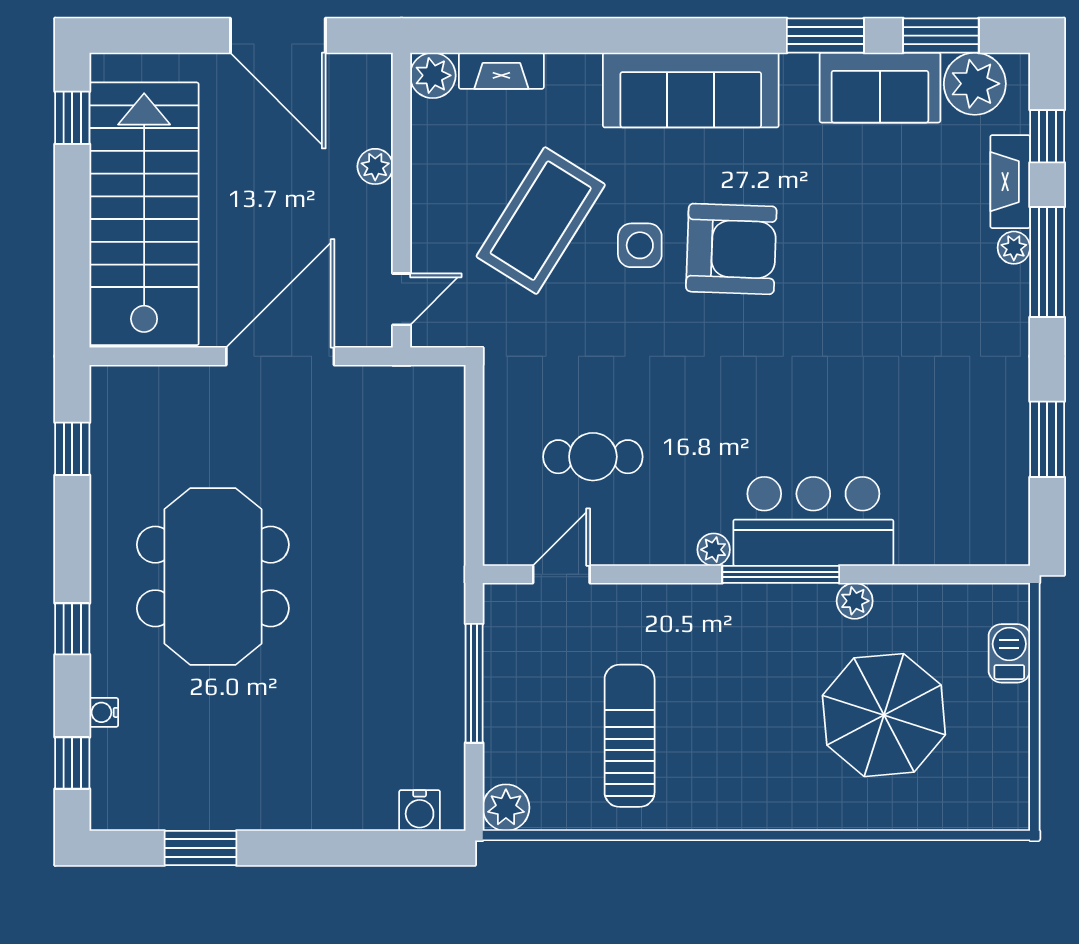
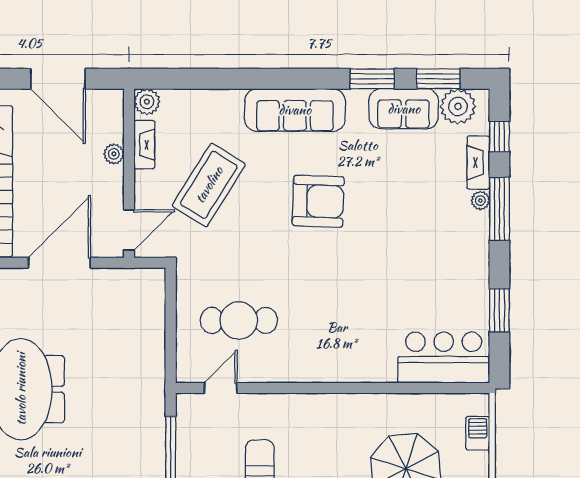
fireplace: (501, 71) -> (144, 145), moved, turned -90
side table: (640, 245) -> (266, 199), removed
door: (401, 299) -> (129, 230), width x1.38
cafe table: (593, 457) -> (239, 320), width x1.37, depth x1.35
bar counter: (813, 521) -> (444, 358), moved
plant: (714, 550) -> (308, 374), removed
window: (781, 574) -> (347, 388), removed
plant: (855, 601) -> (389, 403), removed

